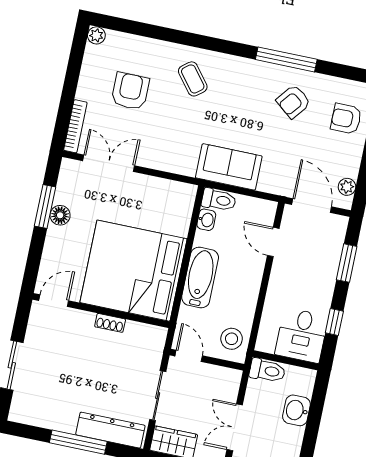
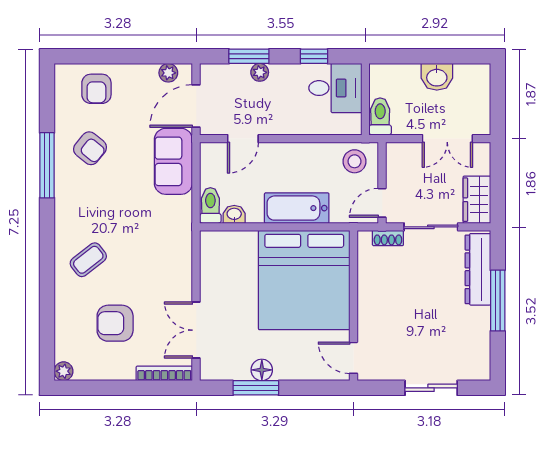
sofa: (229, 167) -> (173, 161), moved
plant: (330, 270) -> (260, 72), added
shoe rack: (110, 323) -> (388, 238), moved, turned 90
washbasin: (296, 410) -> (437, 77), moved

